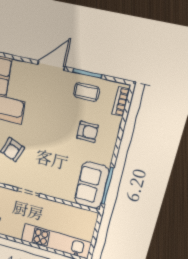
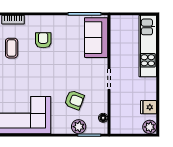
sofa: (92, 185) -> (96, 38), moved, turned 90

